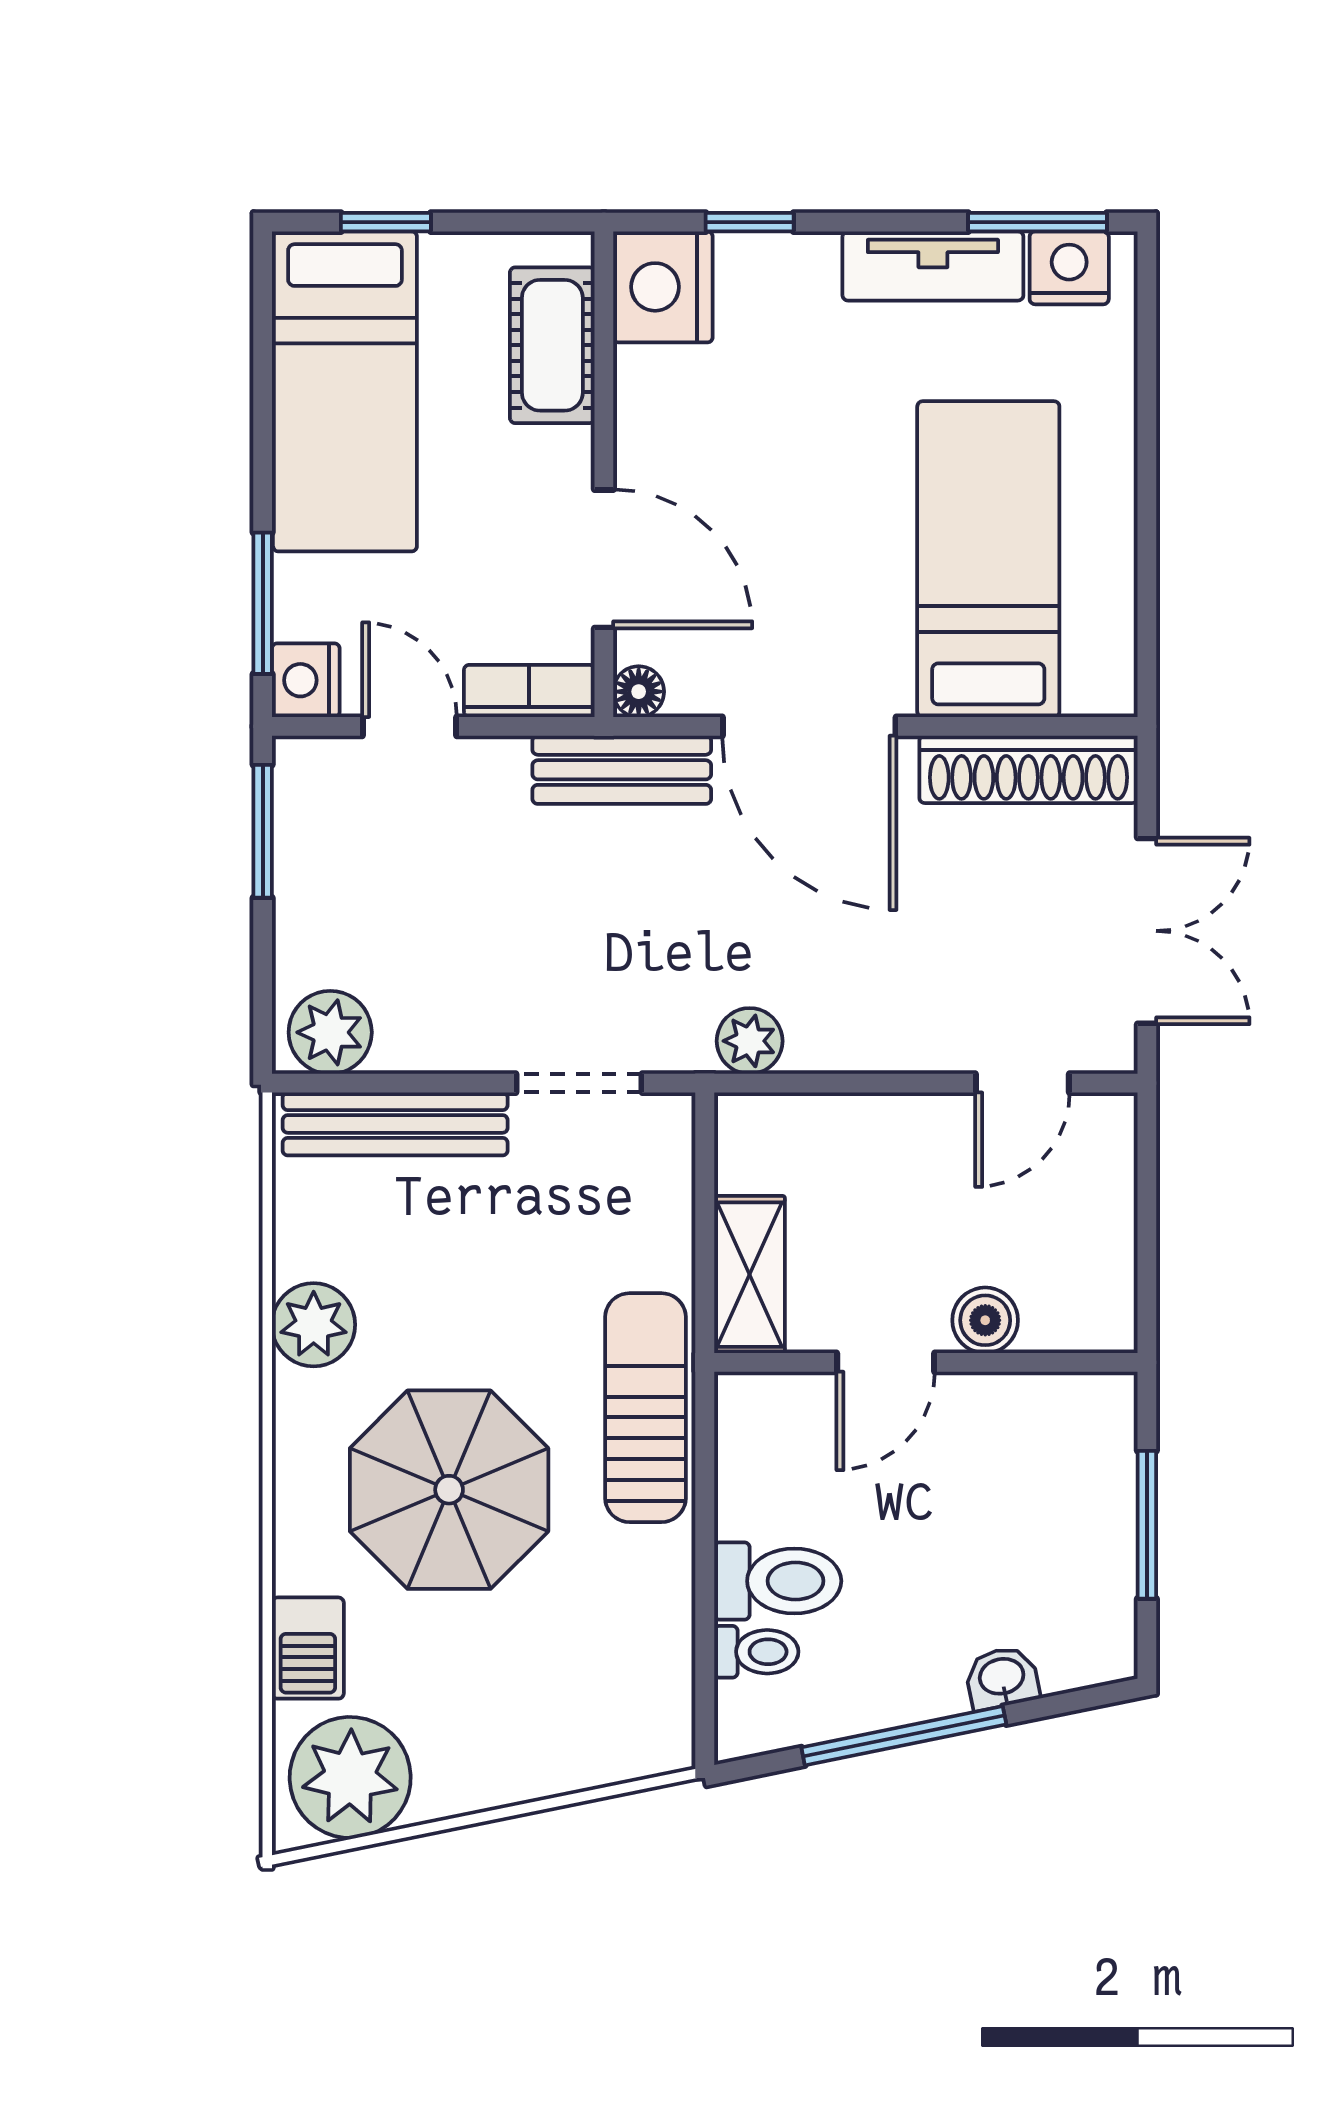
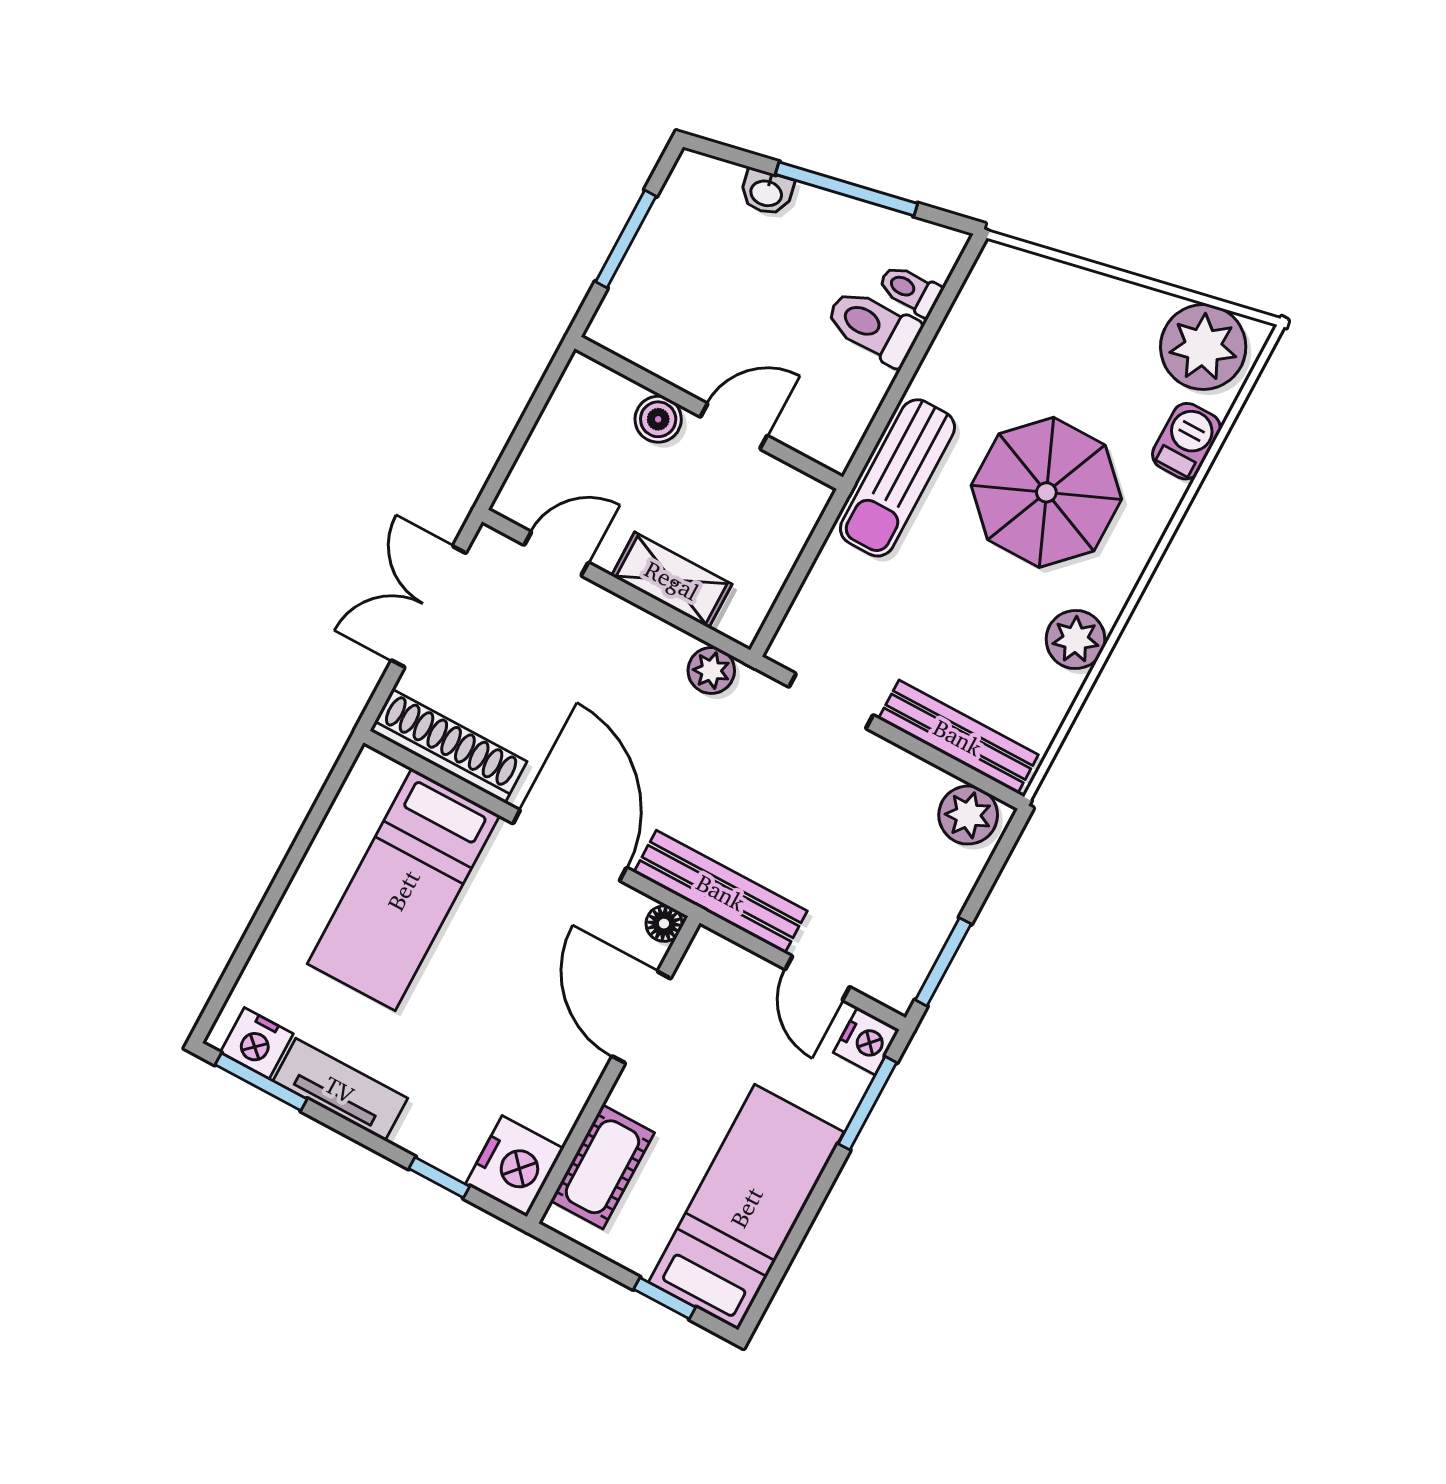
bookcase: (529, 691) -> (731, 960), removed
bench: (622, 770) -> (721, 892), width x1.36
shelving: (749, 1275) -> (672, 580), moved, turned 90

